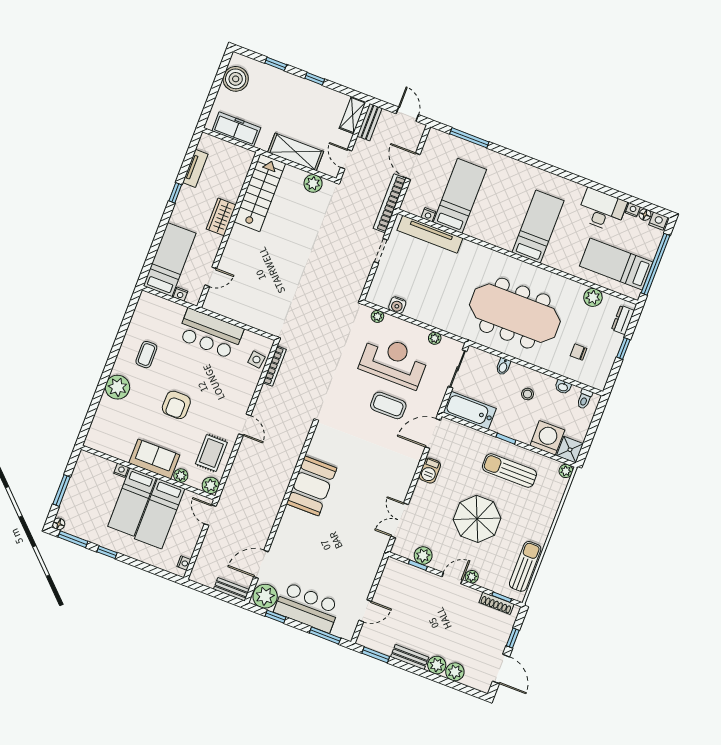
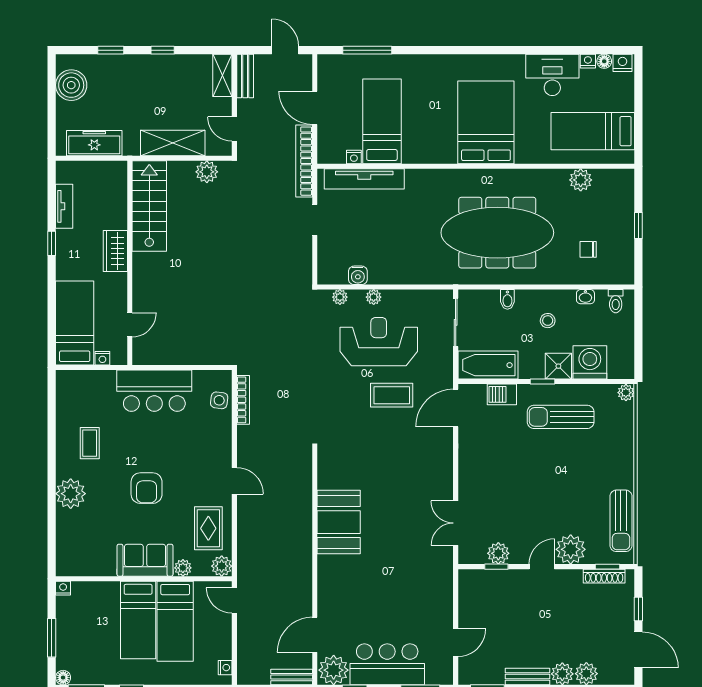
bed: (538, 227) -> (486, 122), width x1.50
window: (656, 264) -> (638, 114), removed
dresser: (623, 320) -> (625, 193), removed
plant: (435, 338) -> (374, 297), moved
shower: (570, 450) -> (558, 366), moved
nightstand: (121, 470) -> (63, 588), moved
barbecue: (430, 471) -> (502, 394), moved, turned 90
parasol: (477, 519) -> (544, 487), removed
sun lounger: (525, 566) -> (621, 521), turned 180
plant: (472, 577) -> (571, 549), width x1.87, depth x1.87

